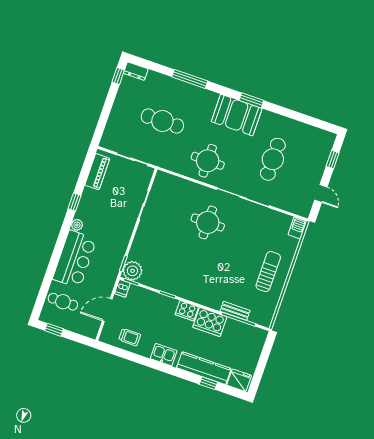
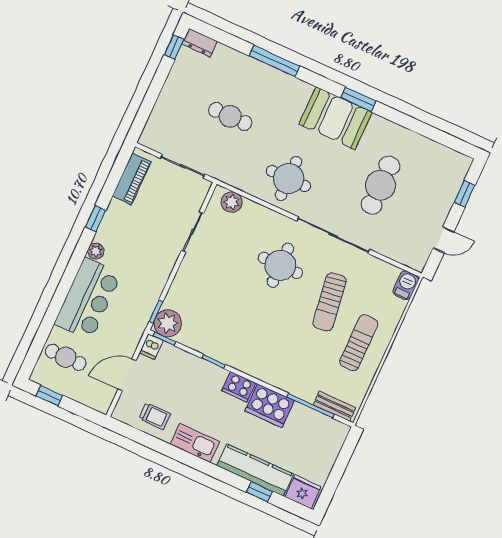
cafe table: (162, 121) -> (230, 116), width x0.73, depth x0.74
plant: (169, 181) -> (232, 202), added
door: (321, 193) -> (443, 240), hinge flipped
sun lounger: (245, 245) -> (330, 302), added
bench: (235, 311) -> (334, 406), moved
kitchen sink: (164, 355) -> (195, 443), width x1.38

